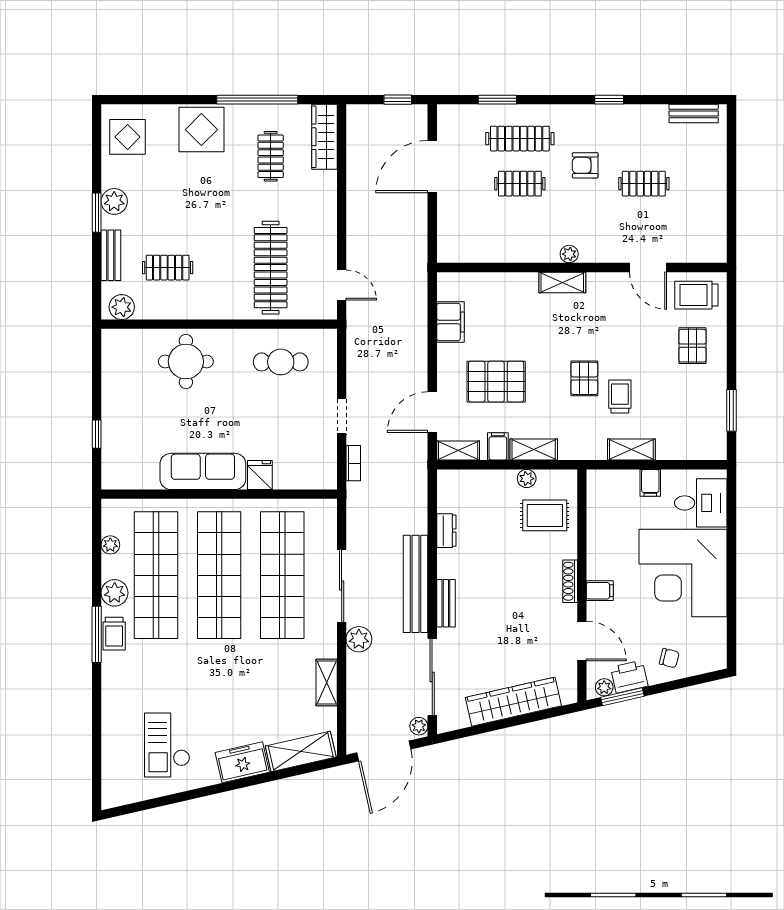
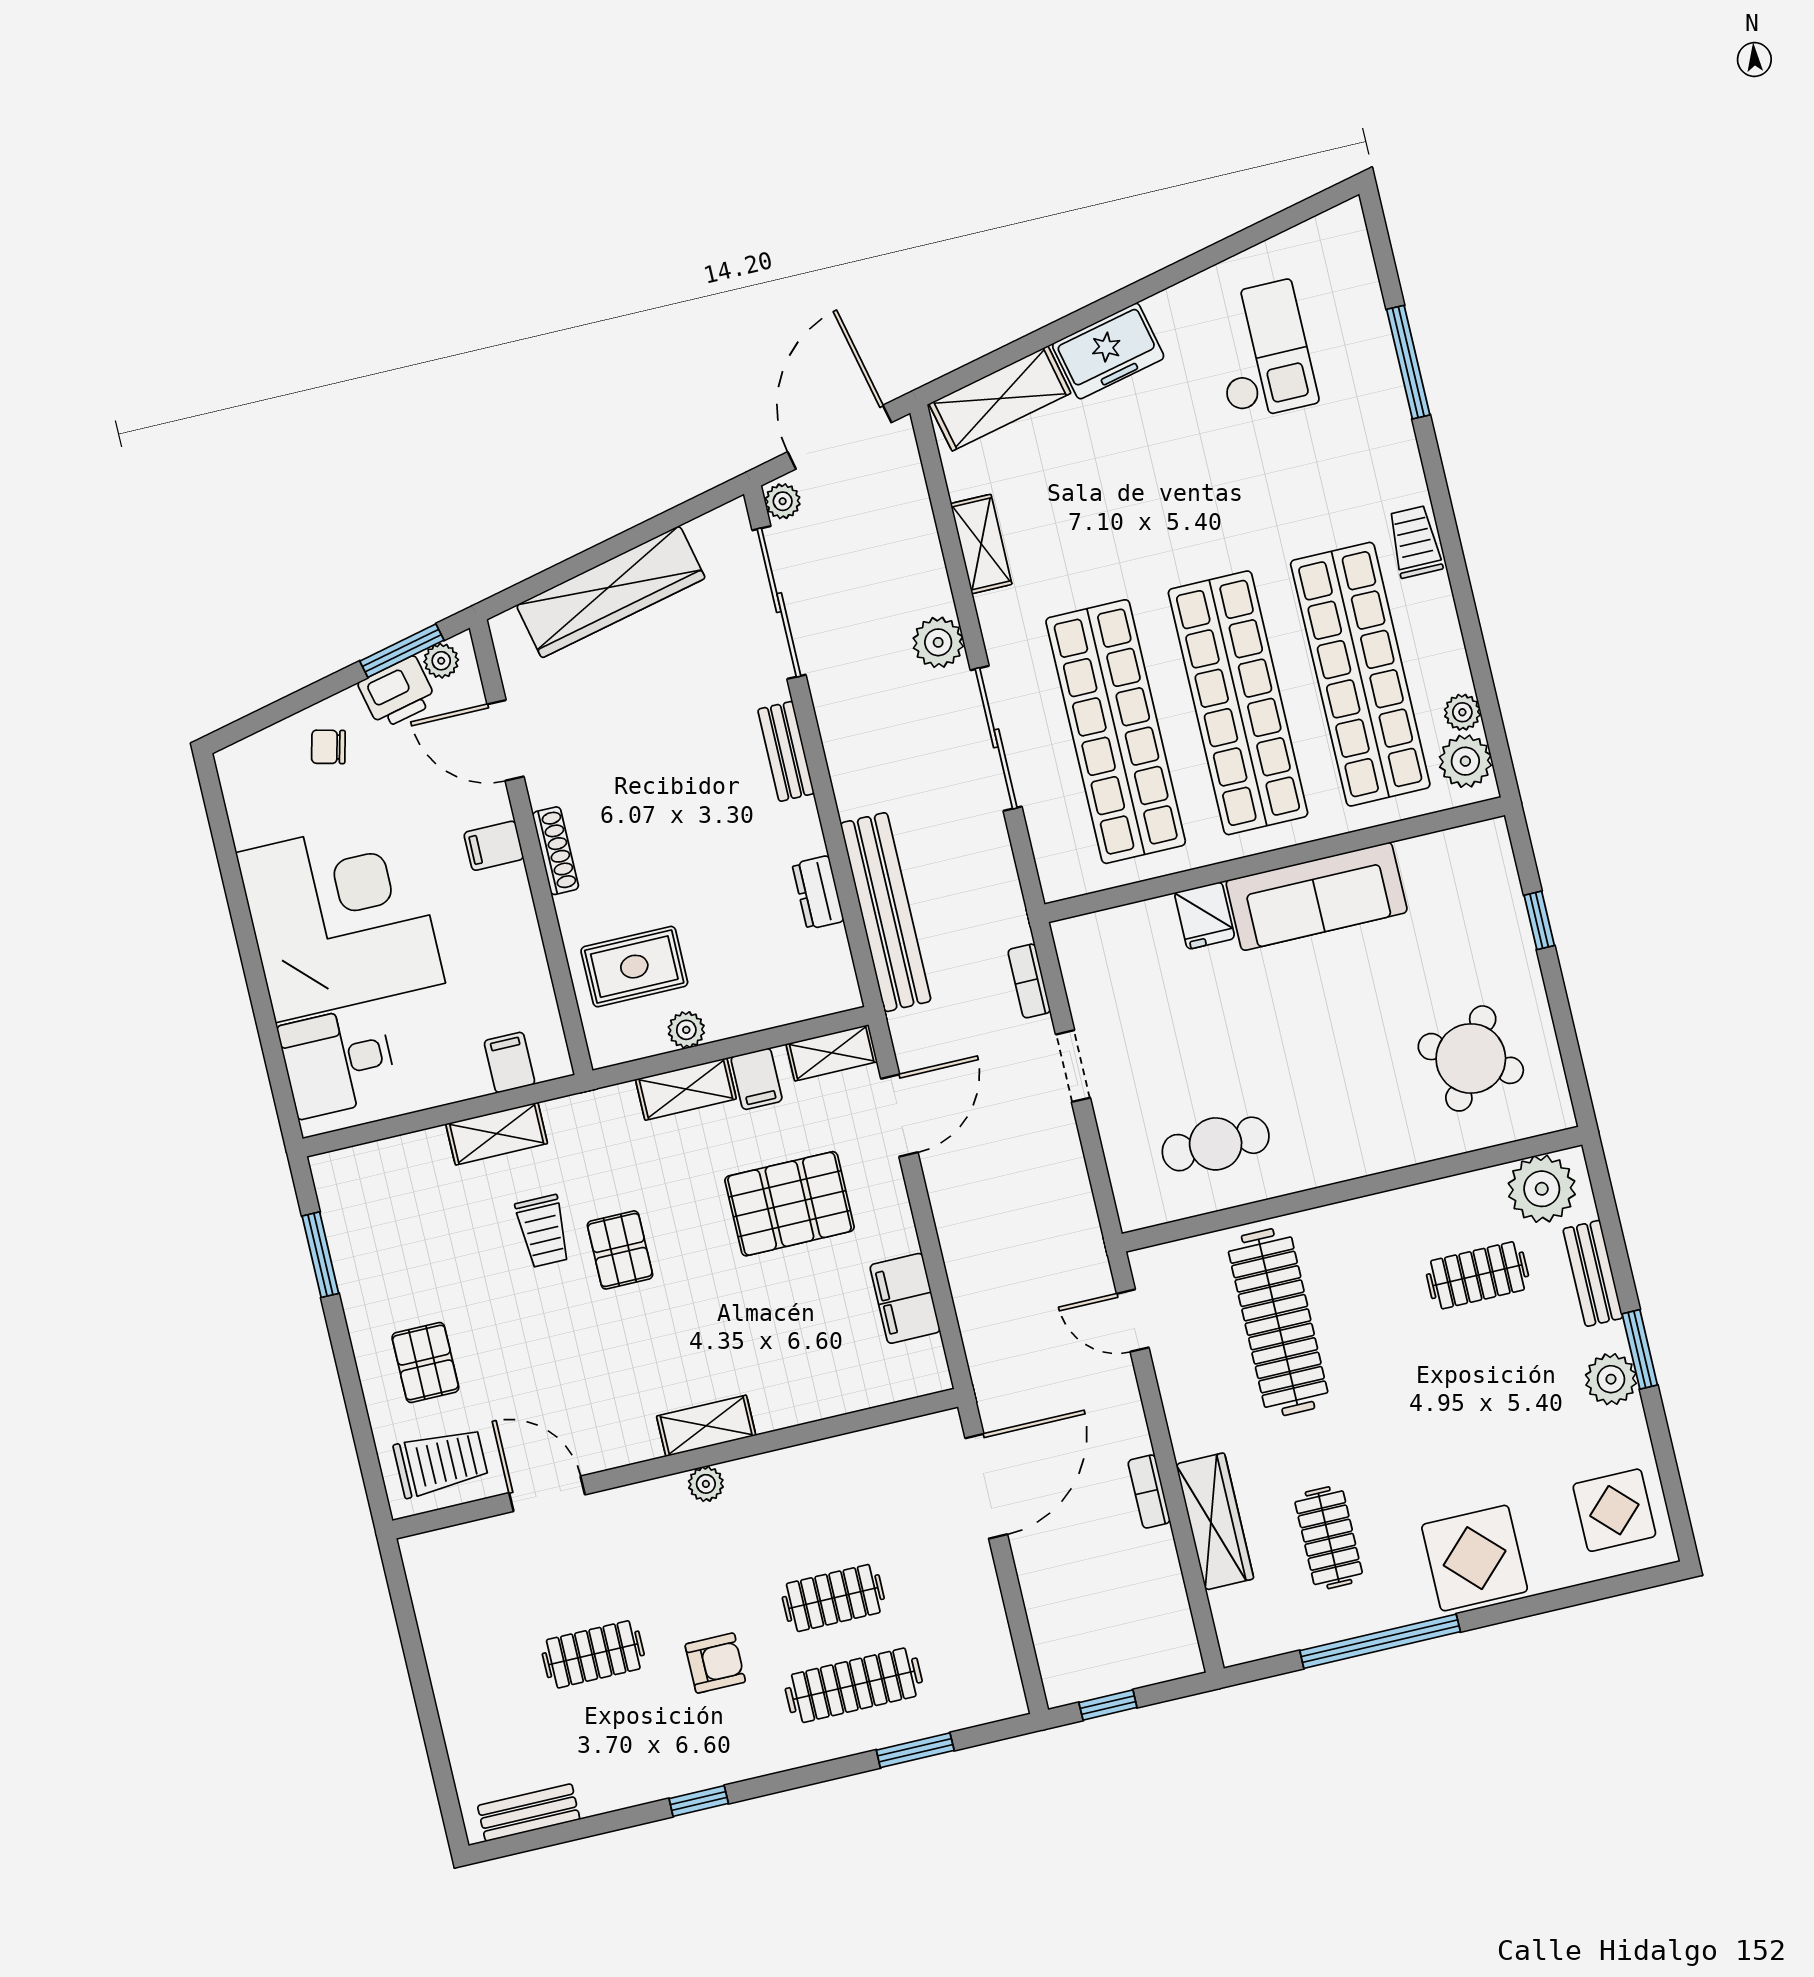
wardrobe: (324, 137) -> (1215, 1521), moved
door: (432, 167) -> (986, 1486), moved
bookcase: (353, 199) -> (1149, 1491), added
plant: (122, 307) -> (1542, 1189), width x1.36, depth x1.36
round table: (186, 361) -> (1471, 1058), moved, turned 30
filing cabinet: (650, 483) -> (509, 1062), moved
bench: (416, 584) -> (886, 912), moved
plant: (115, 593) -> (1465, 761), moved
window: (97, 634) -> (1408, 362), moved

